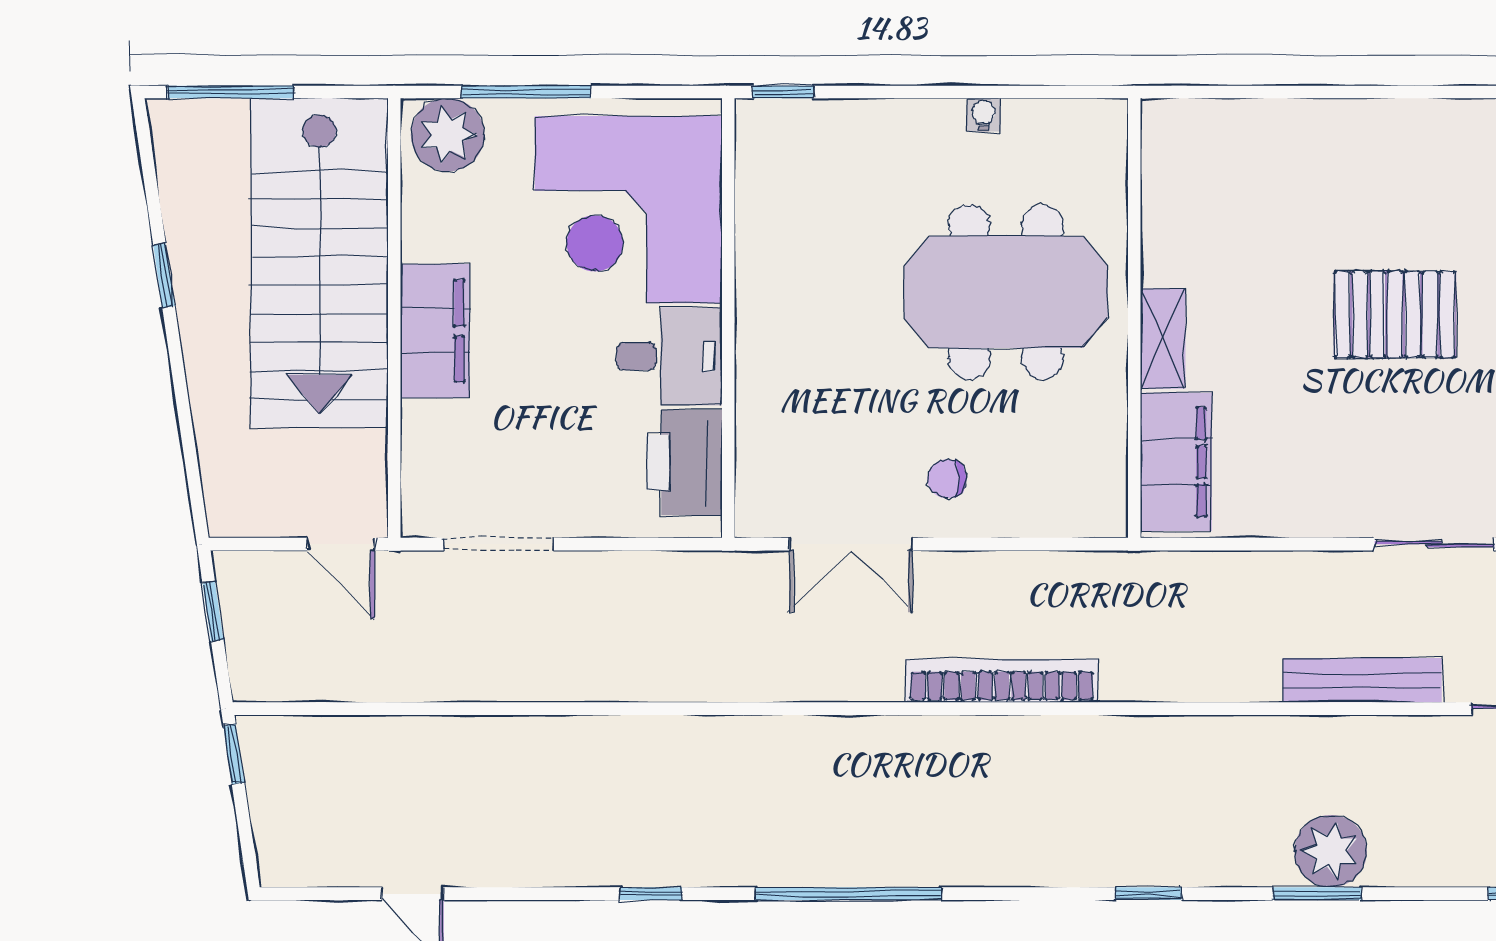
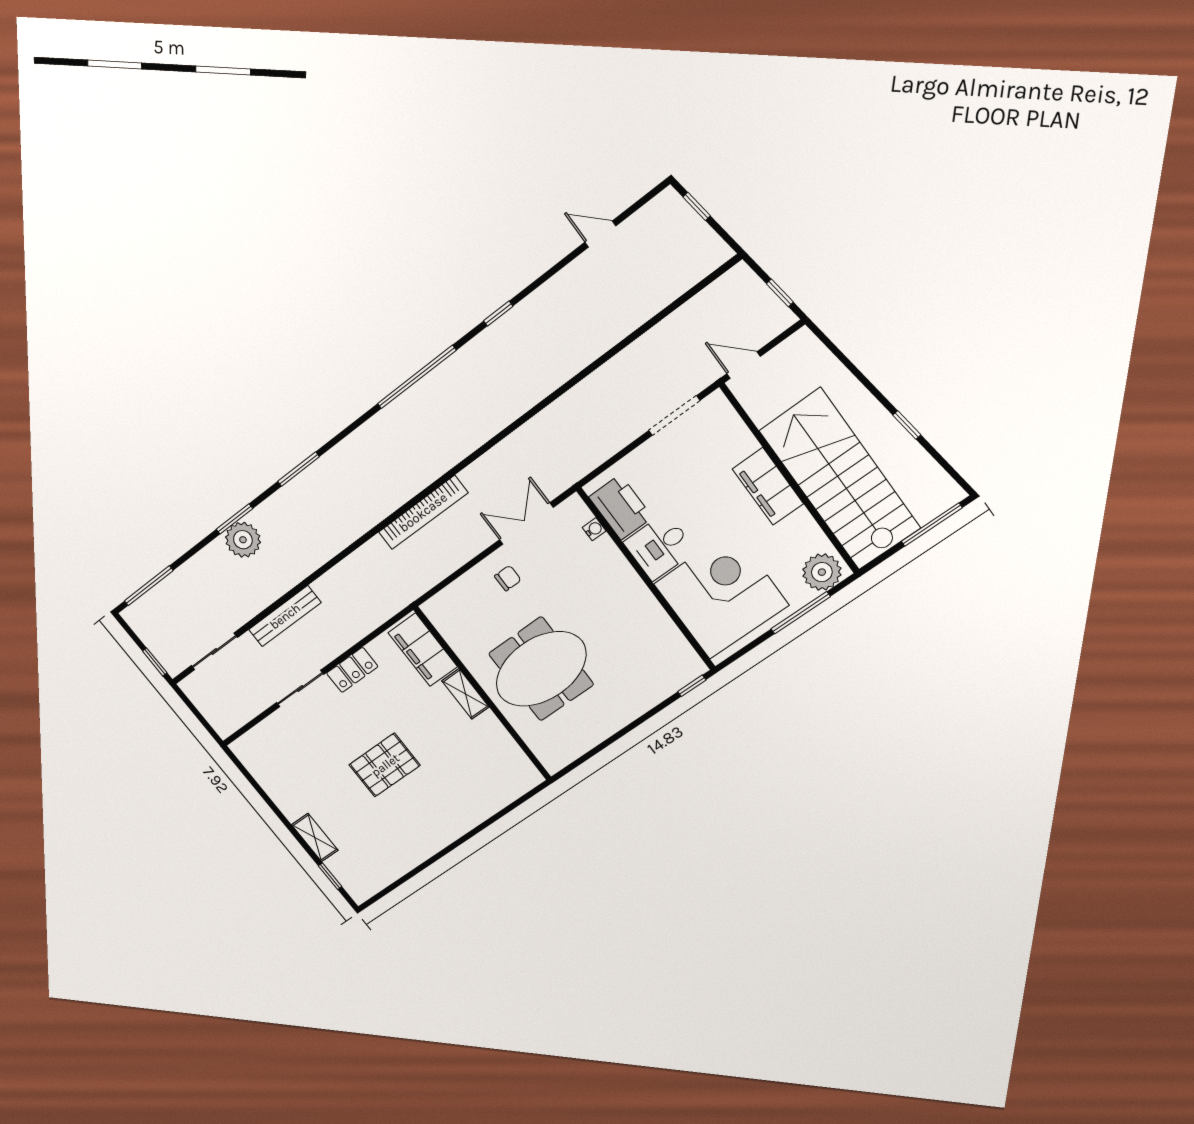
water cooler: (984, 115) -> (594, 529), moved, turned -90
locker: (1321, 512) -> (352, 670), added
window: (234, 754) -> (697, 206), moved
window: (1148, 894) -> (298, 469), width x1.50

